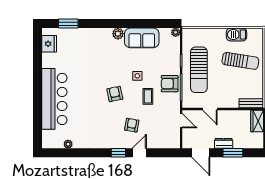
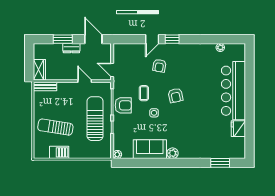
fridge: (49, 44) -> (238, 129), moved

